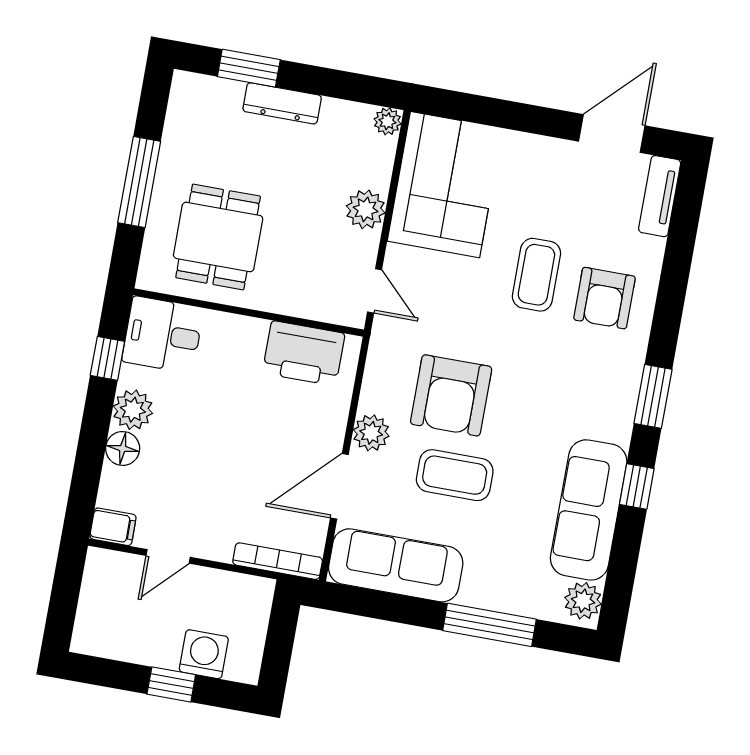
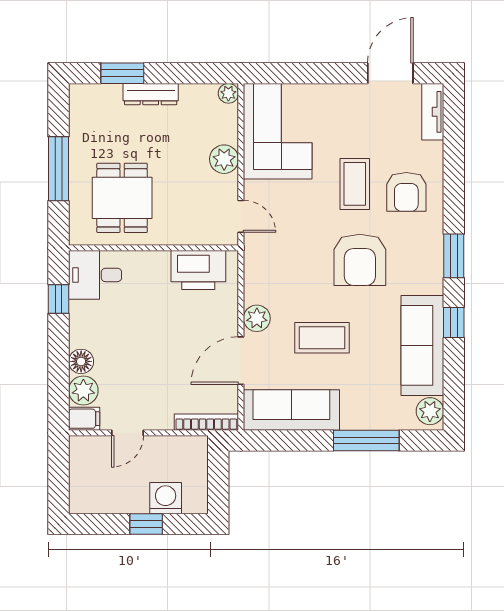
armchair: (451, 395) -> (360, 260), moved
plant: (133, 410) -> (83, 390), moved

